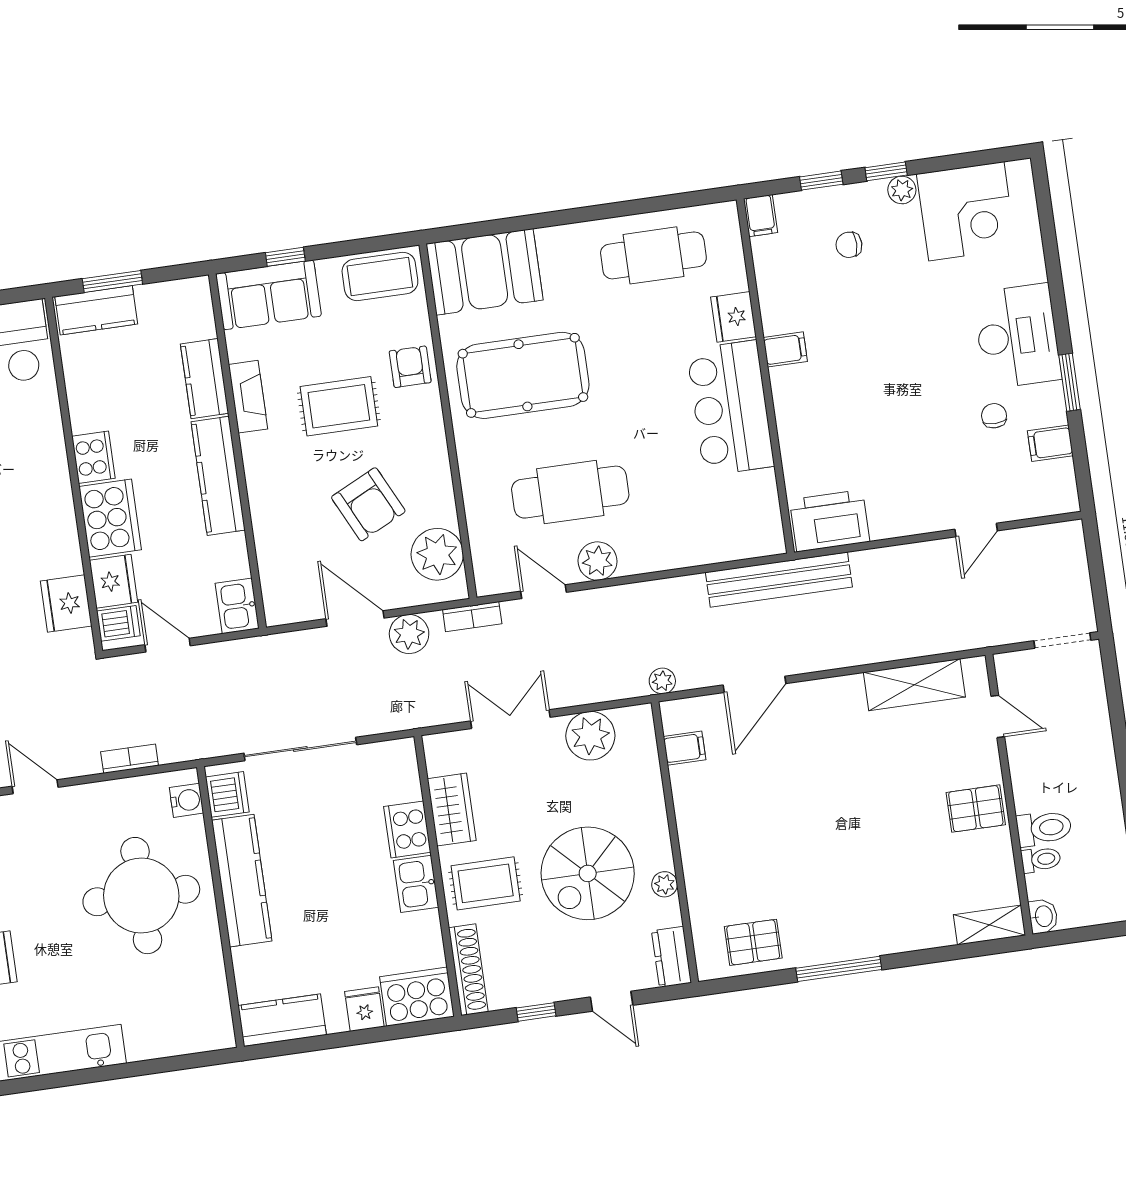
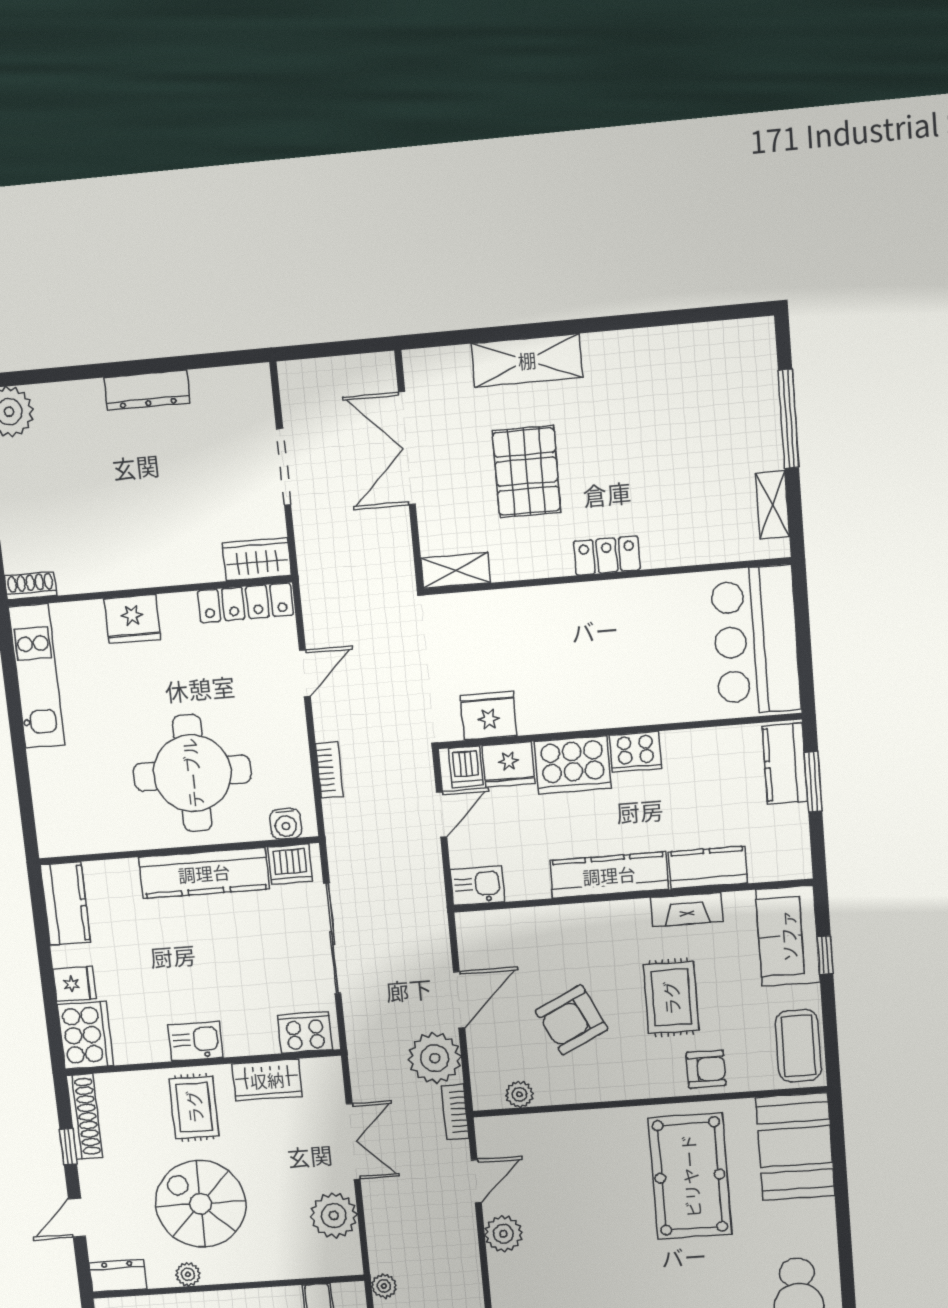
cafe table: (570, 492) -> (572, 1213), removed
plant: (437, 554) -> (519, 1094), width x0.53, depth x0.53
plant: (409, 634) -> (435, 1058), width x1.36, depth x1.36
cooker: (407, 829) -> (305, 1032), moved
shoe rack: (468, 970) -> (84, 1117), moved, turned -90

